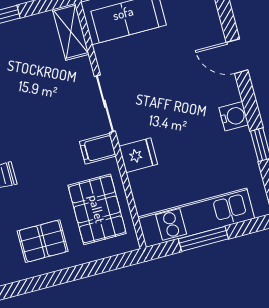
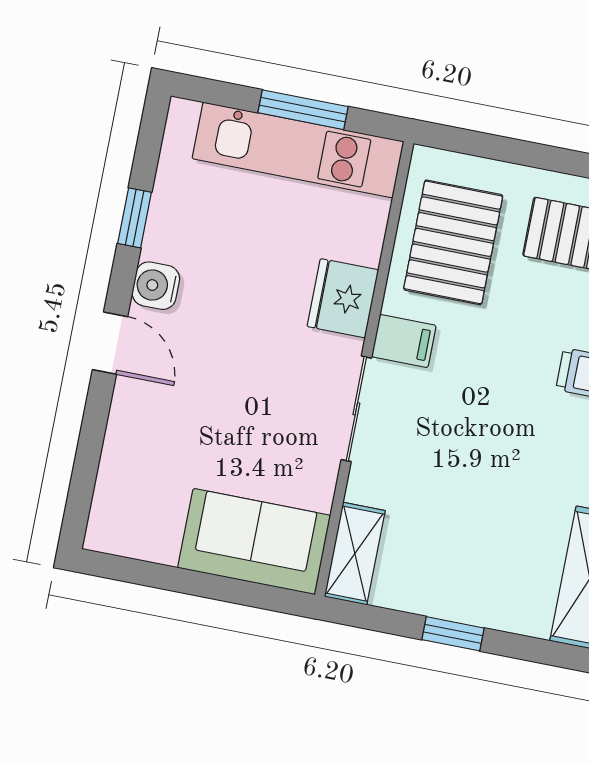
door: (237, 56) -> (110, 343), moved
fridge: (138, 155) -> (343, 298), width x1.38

